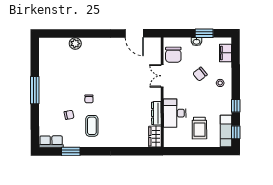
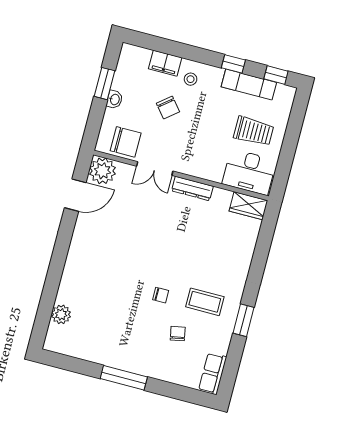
plant: (75, 44) -> (61, 314), moved
plant: (153, 46) -> (103, 171), added
filing cabinet: (226, 53) -> (165, 63), moved
dresser: (156, 113) -> (192, 188), moved
desk: (175, 113) -> (249, 172), moved
exam couch: (226, 131) -> (249, 85), moved
window: (71, 151) -> (243, 320), moved

